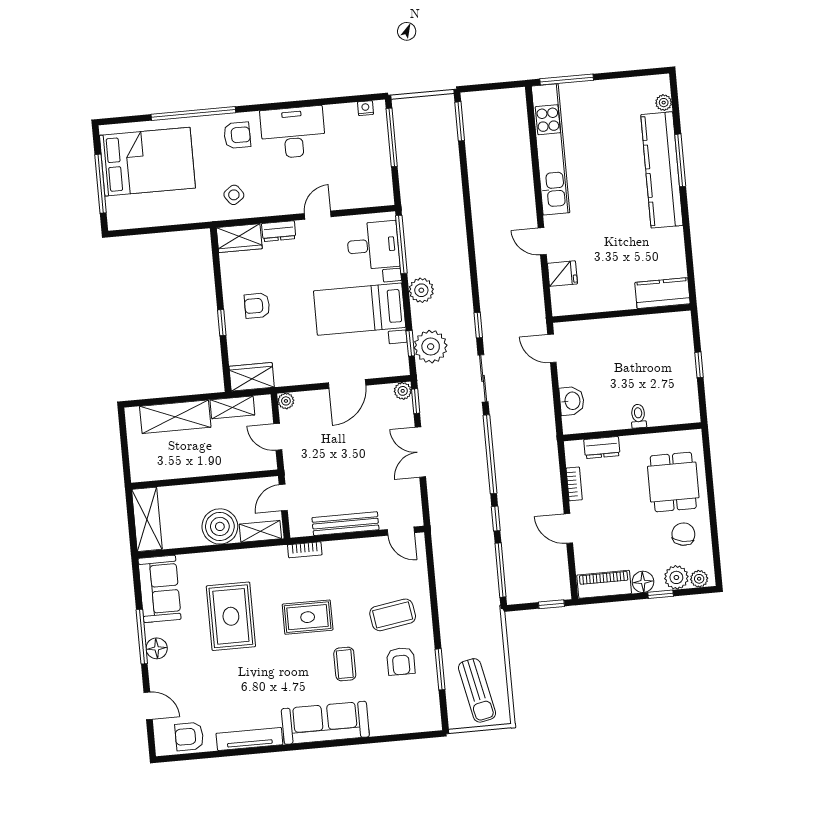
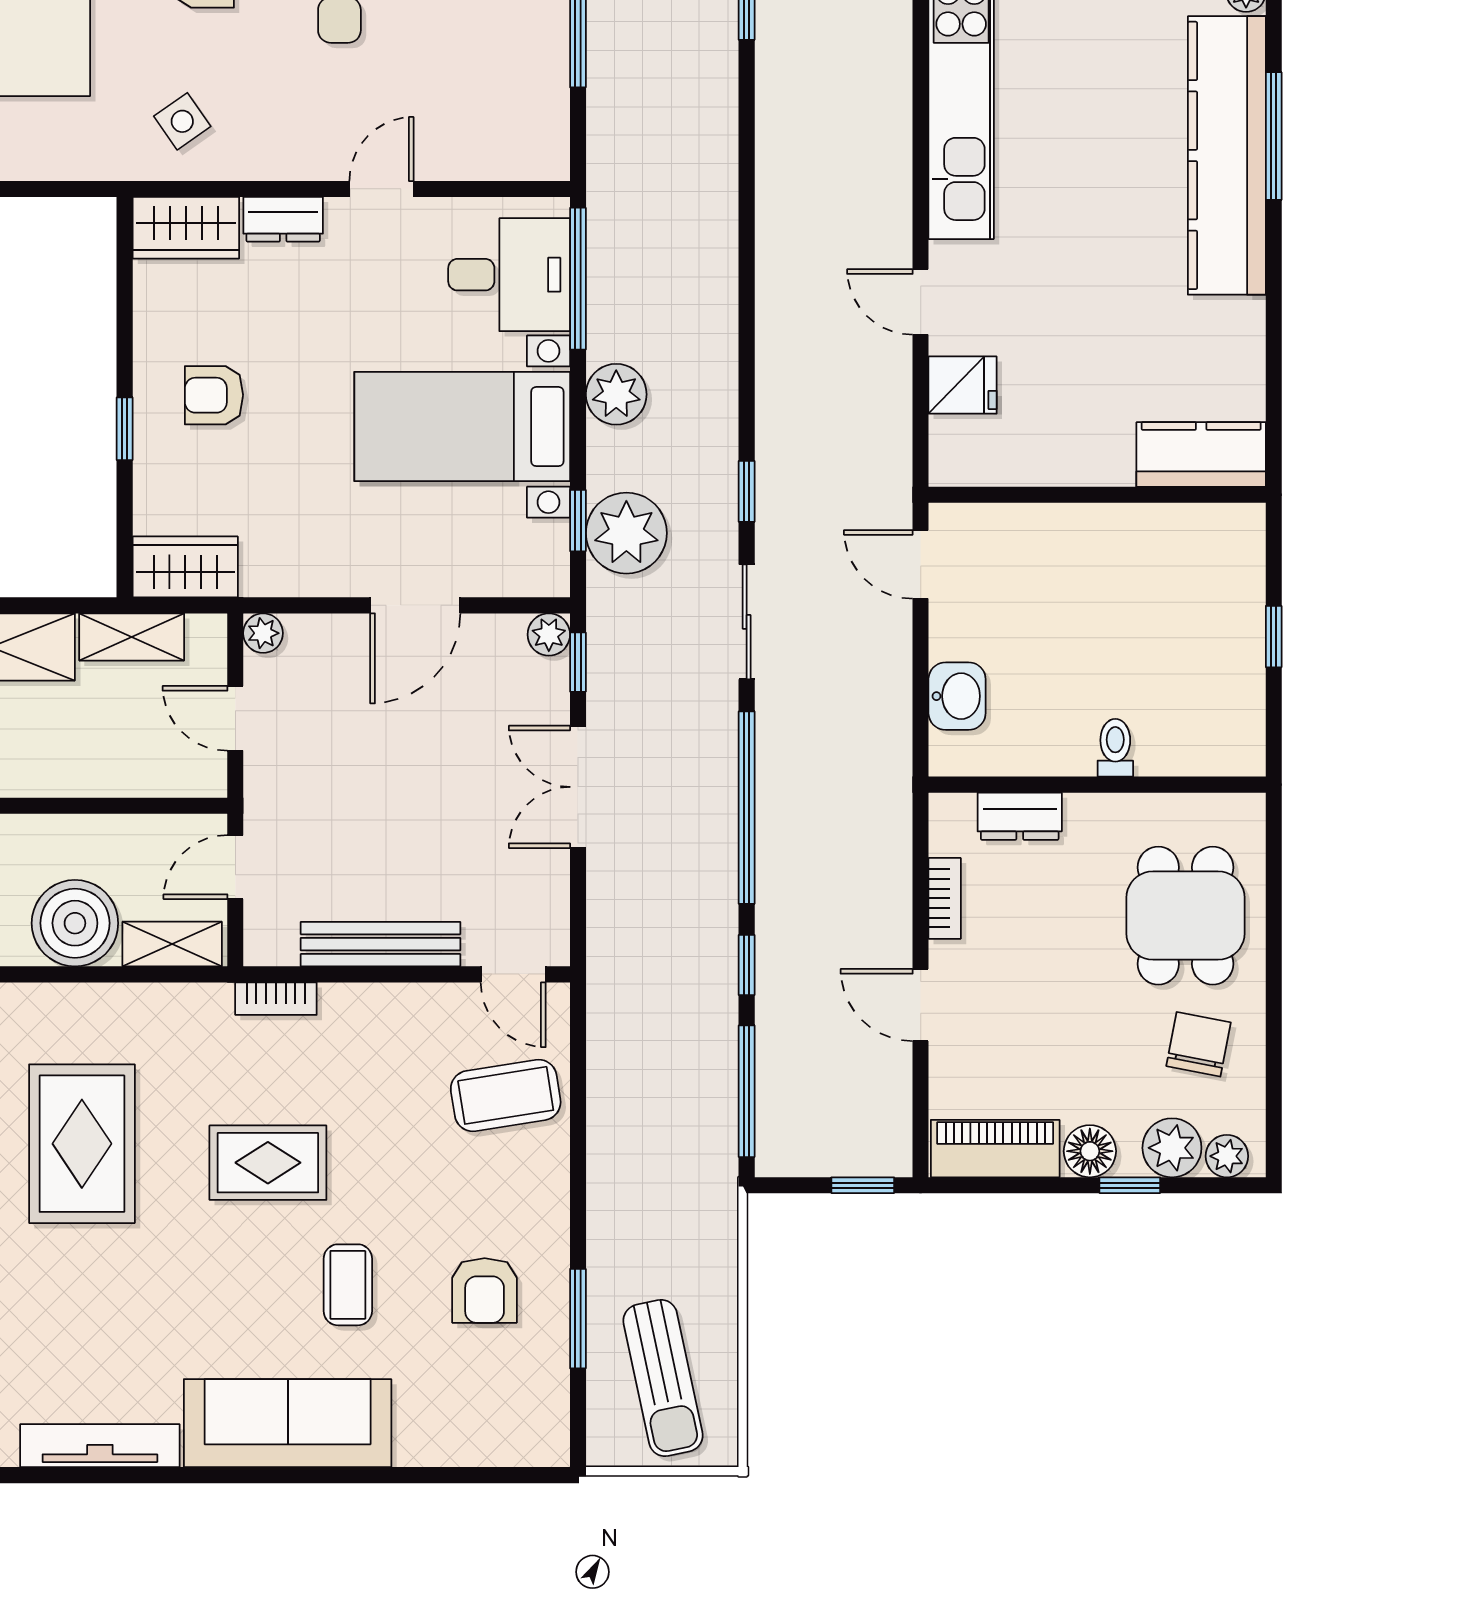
coffee table: (393, 615) -> (506, 1095), moved

